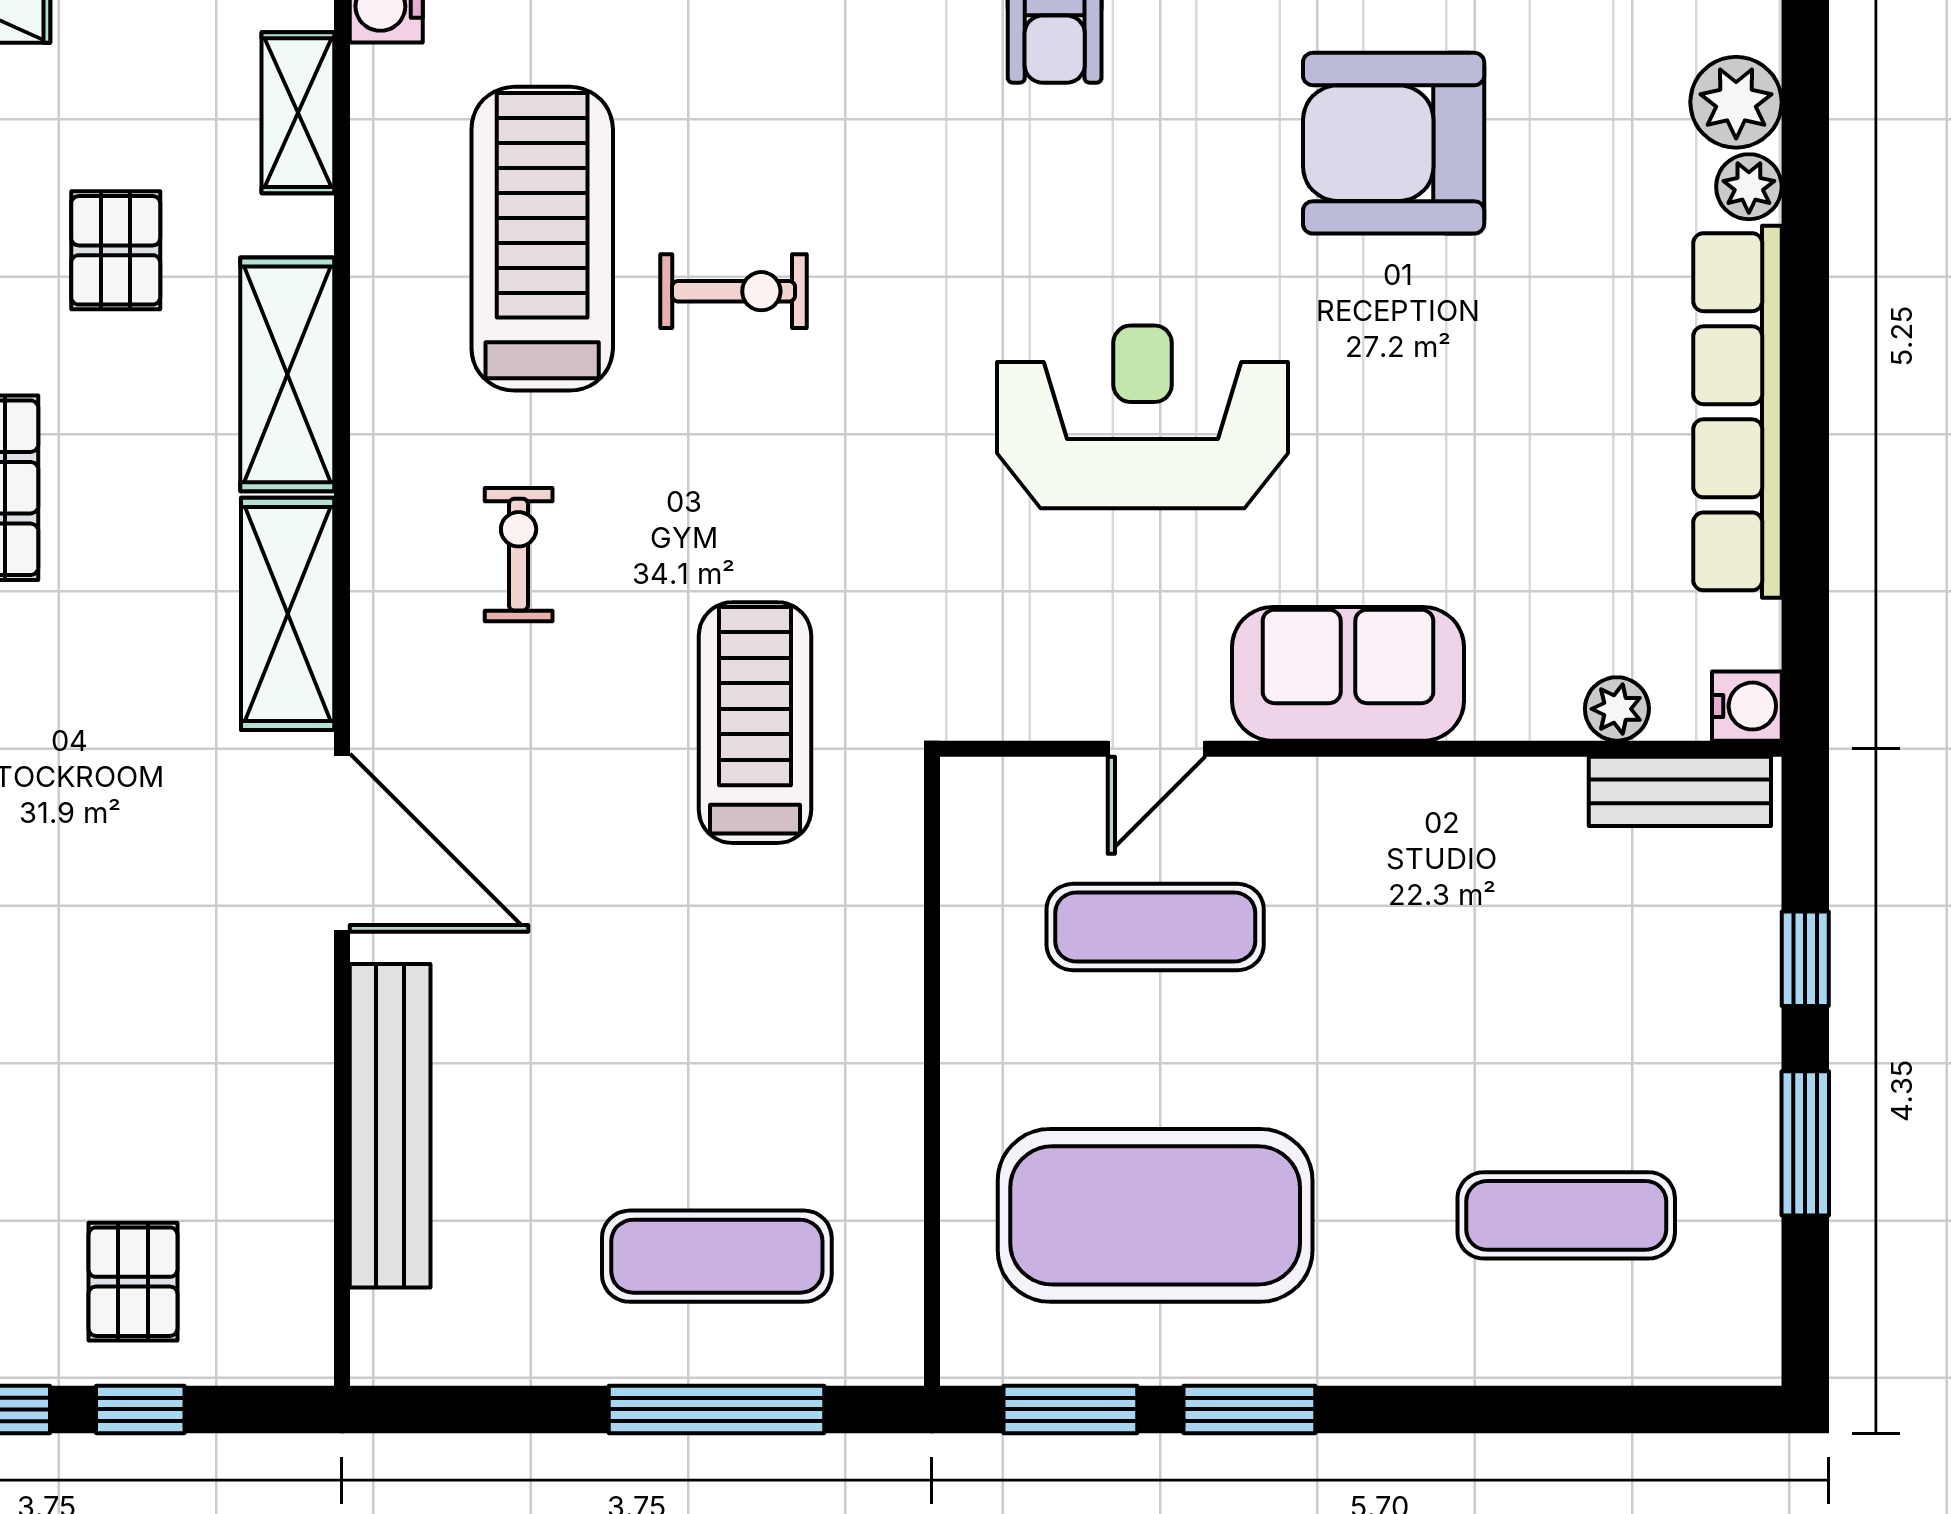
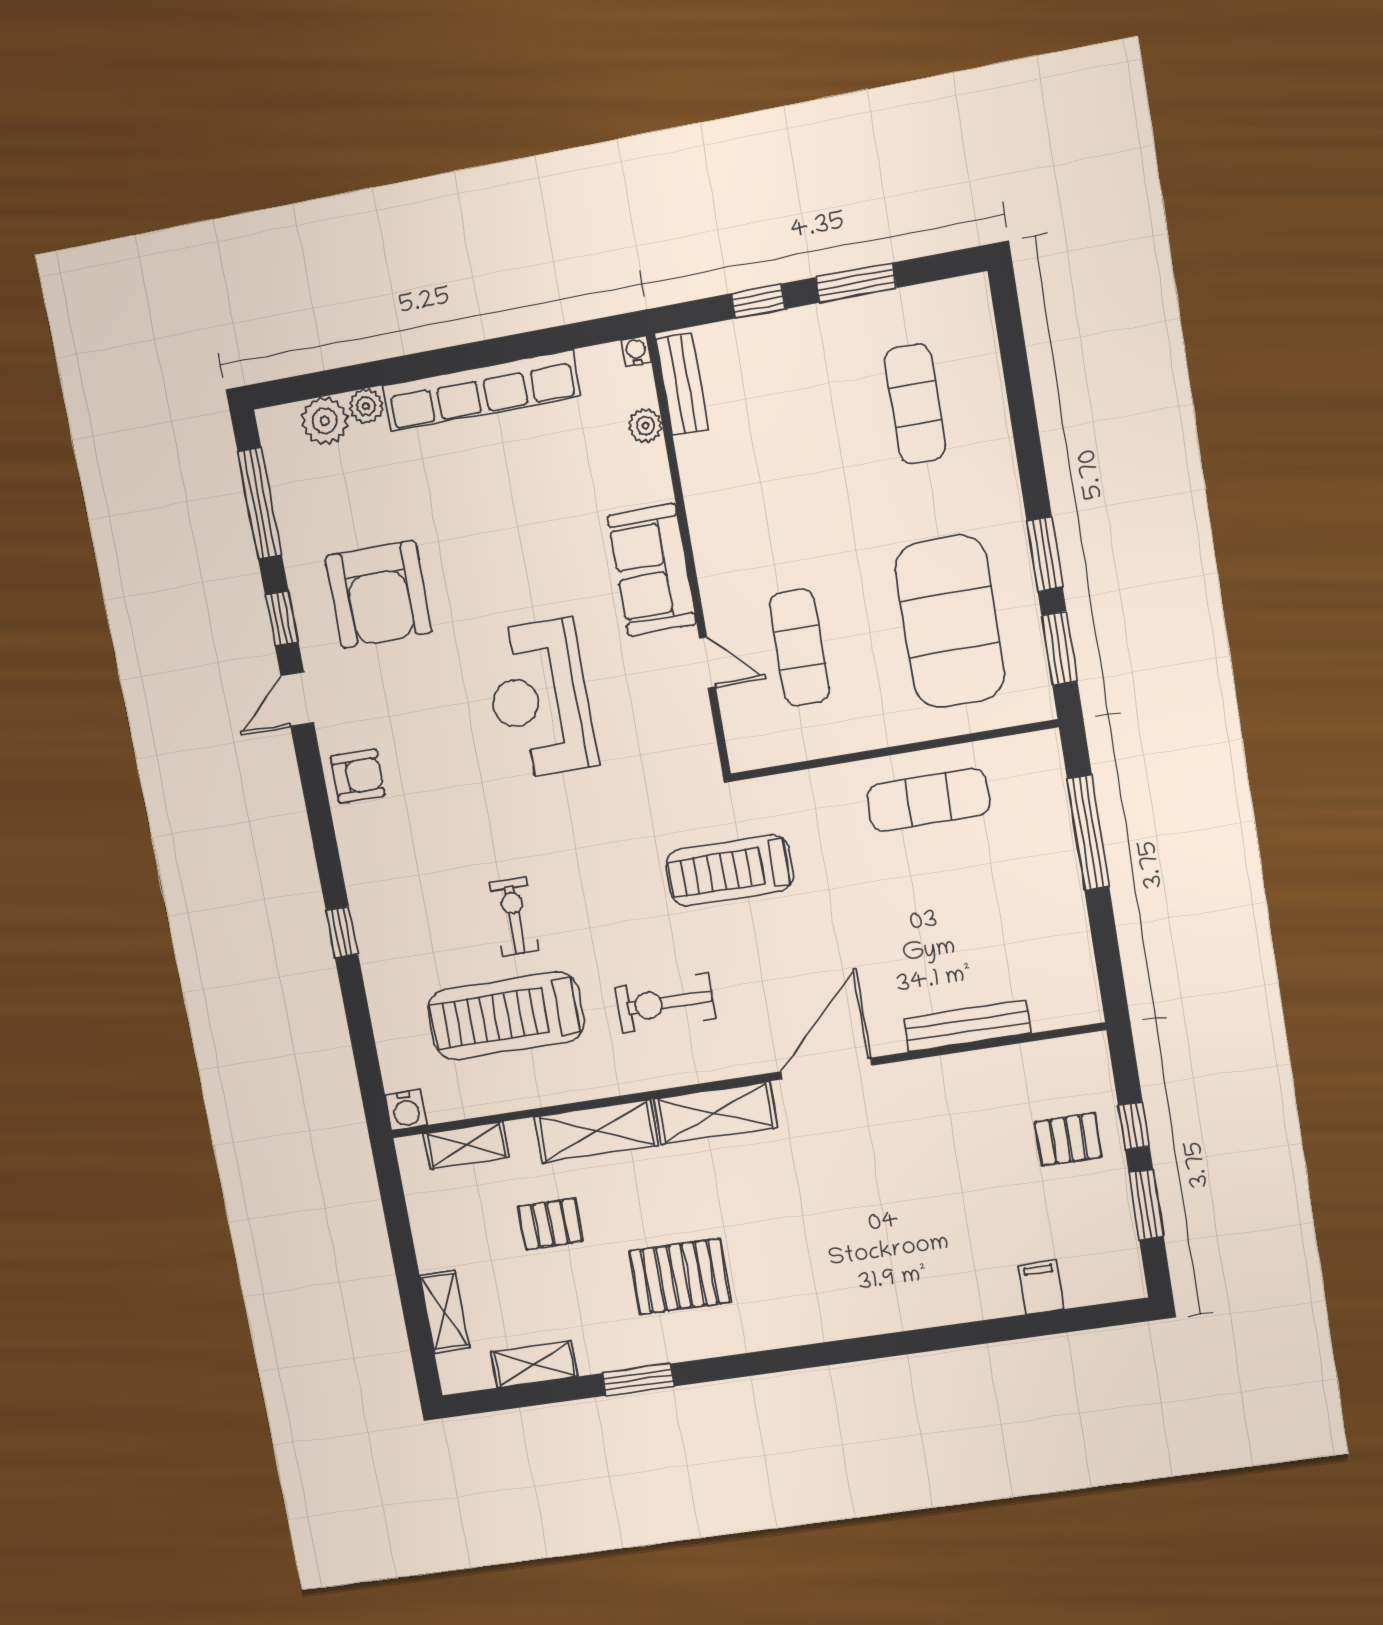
exercise bike: (519, 555) -> (666, 1003), width x1.38, depth x1.39
water cooler: (1747, 706) -> (636, 351), width x0.72, depth x0.72
bench: (390, 1126) -> (968, 1026), width x0.73, depth x0.82
exercise mat: (717, 1256) -> (928, 800), moved, turned 90

